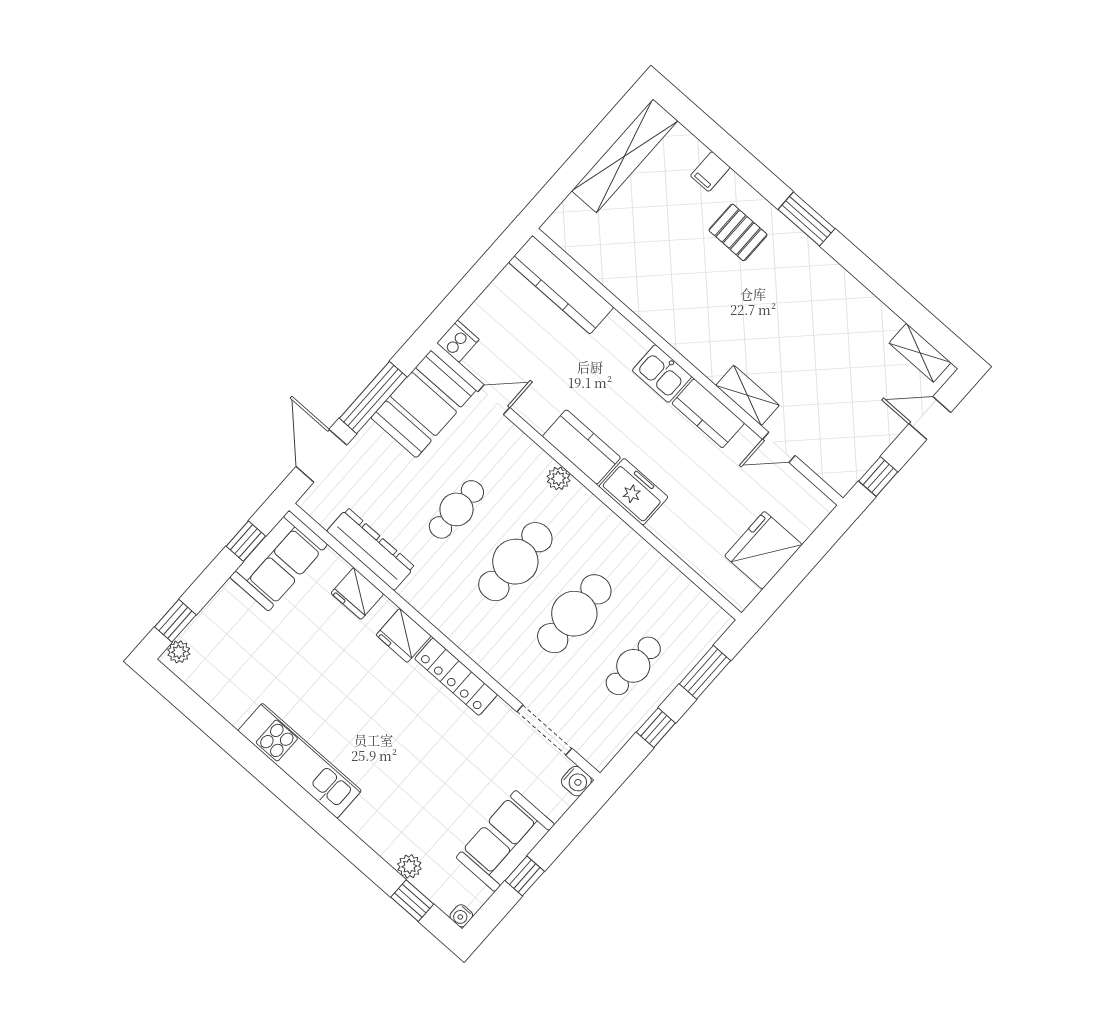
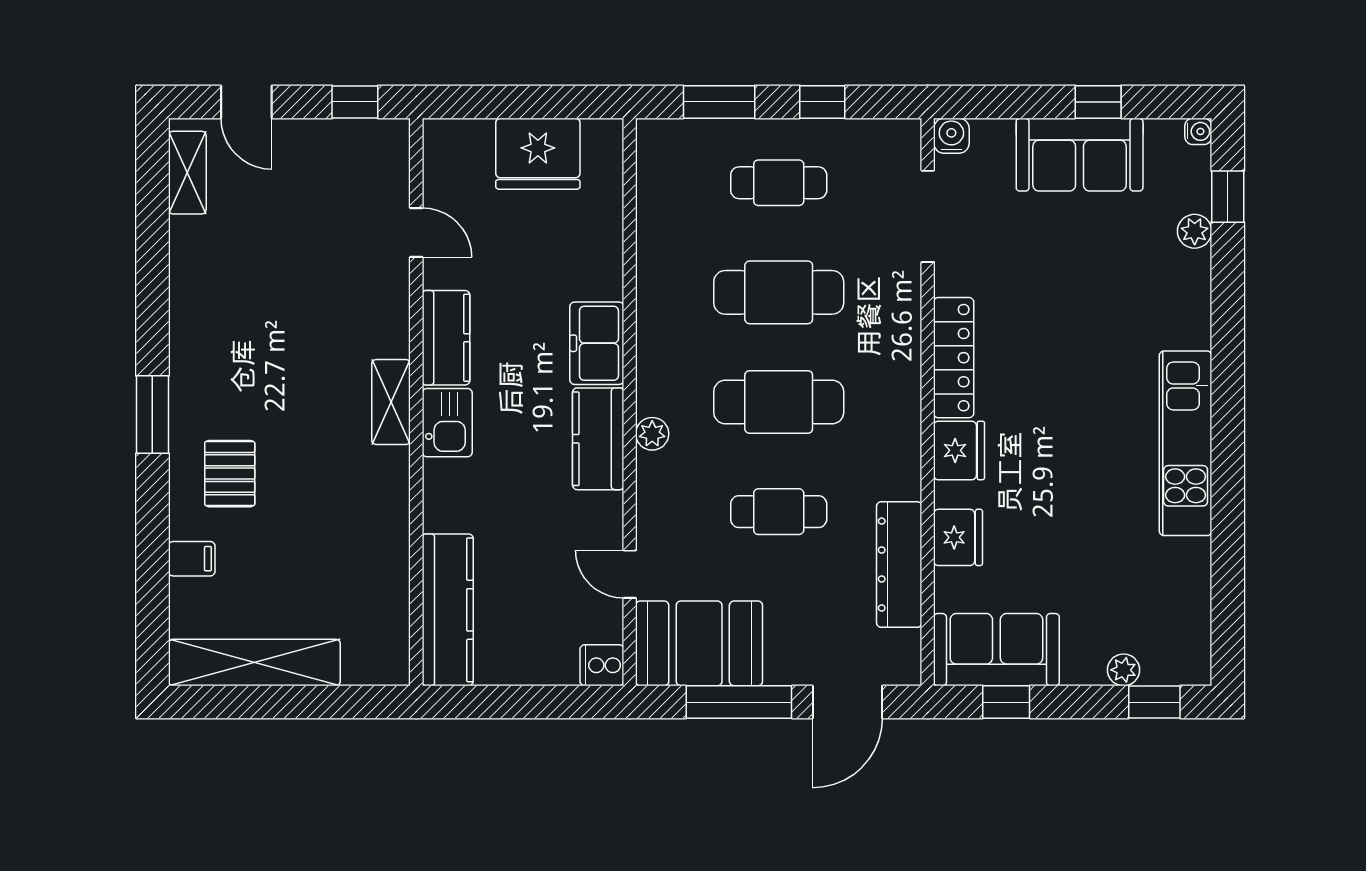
shelving: (747, 395) -> (391, 402), moved
plant: (179, 652) -> (1124, 670), moved

